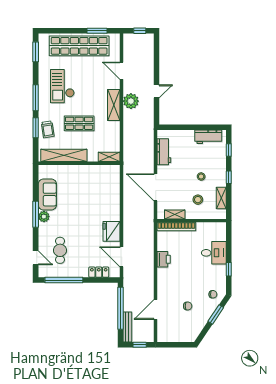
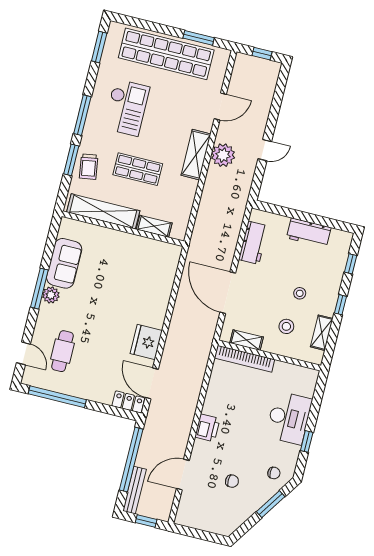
door: (122, 71) -> (220, 106), swing flipped
checkout: (62, 86) -> (126, 108), turned 180
workbench: (208, 137) -> (309, 233), moved
shelving: (109, 157) -> (154, 226), moved
desk: (214, 253) -> (289, 418), width x1.37
printer: (164, 259) -> (207, 428), moved
locker: (99, 272) -> (128, 402), moved

